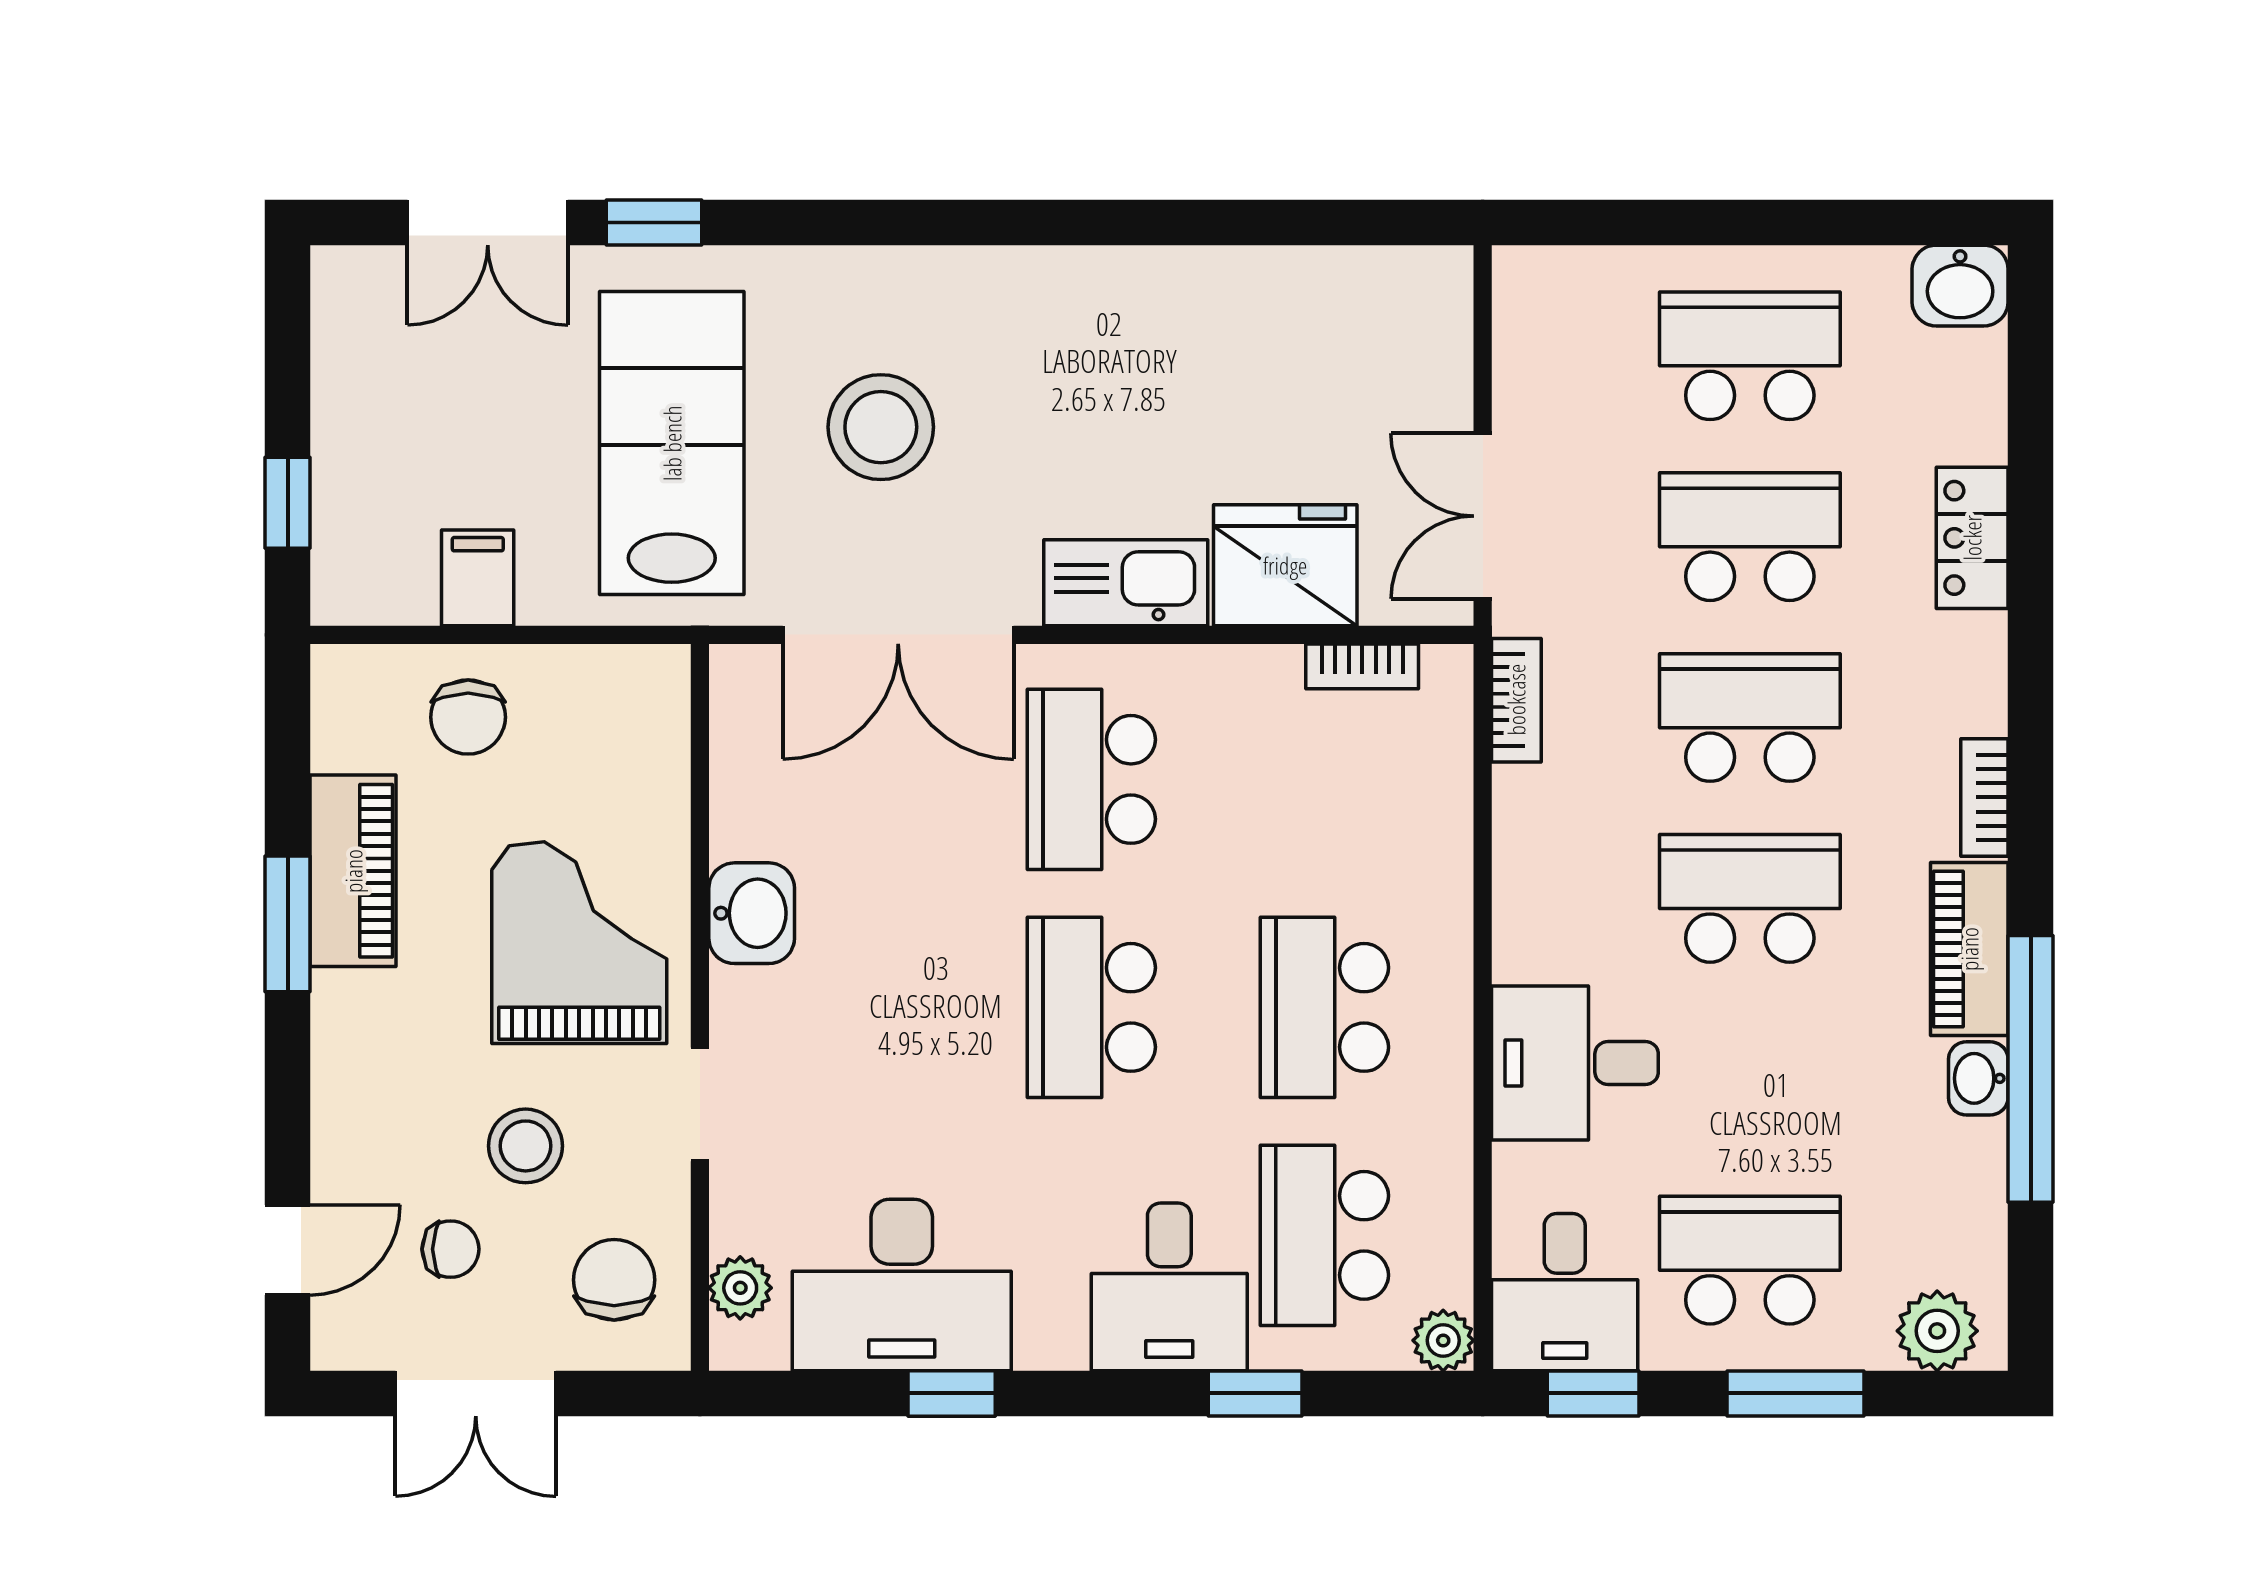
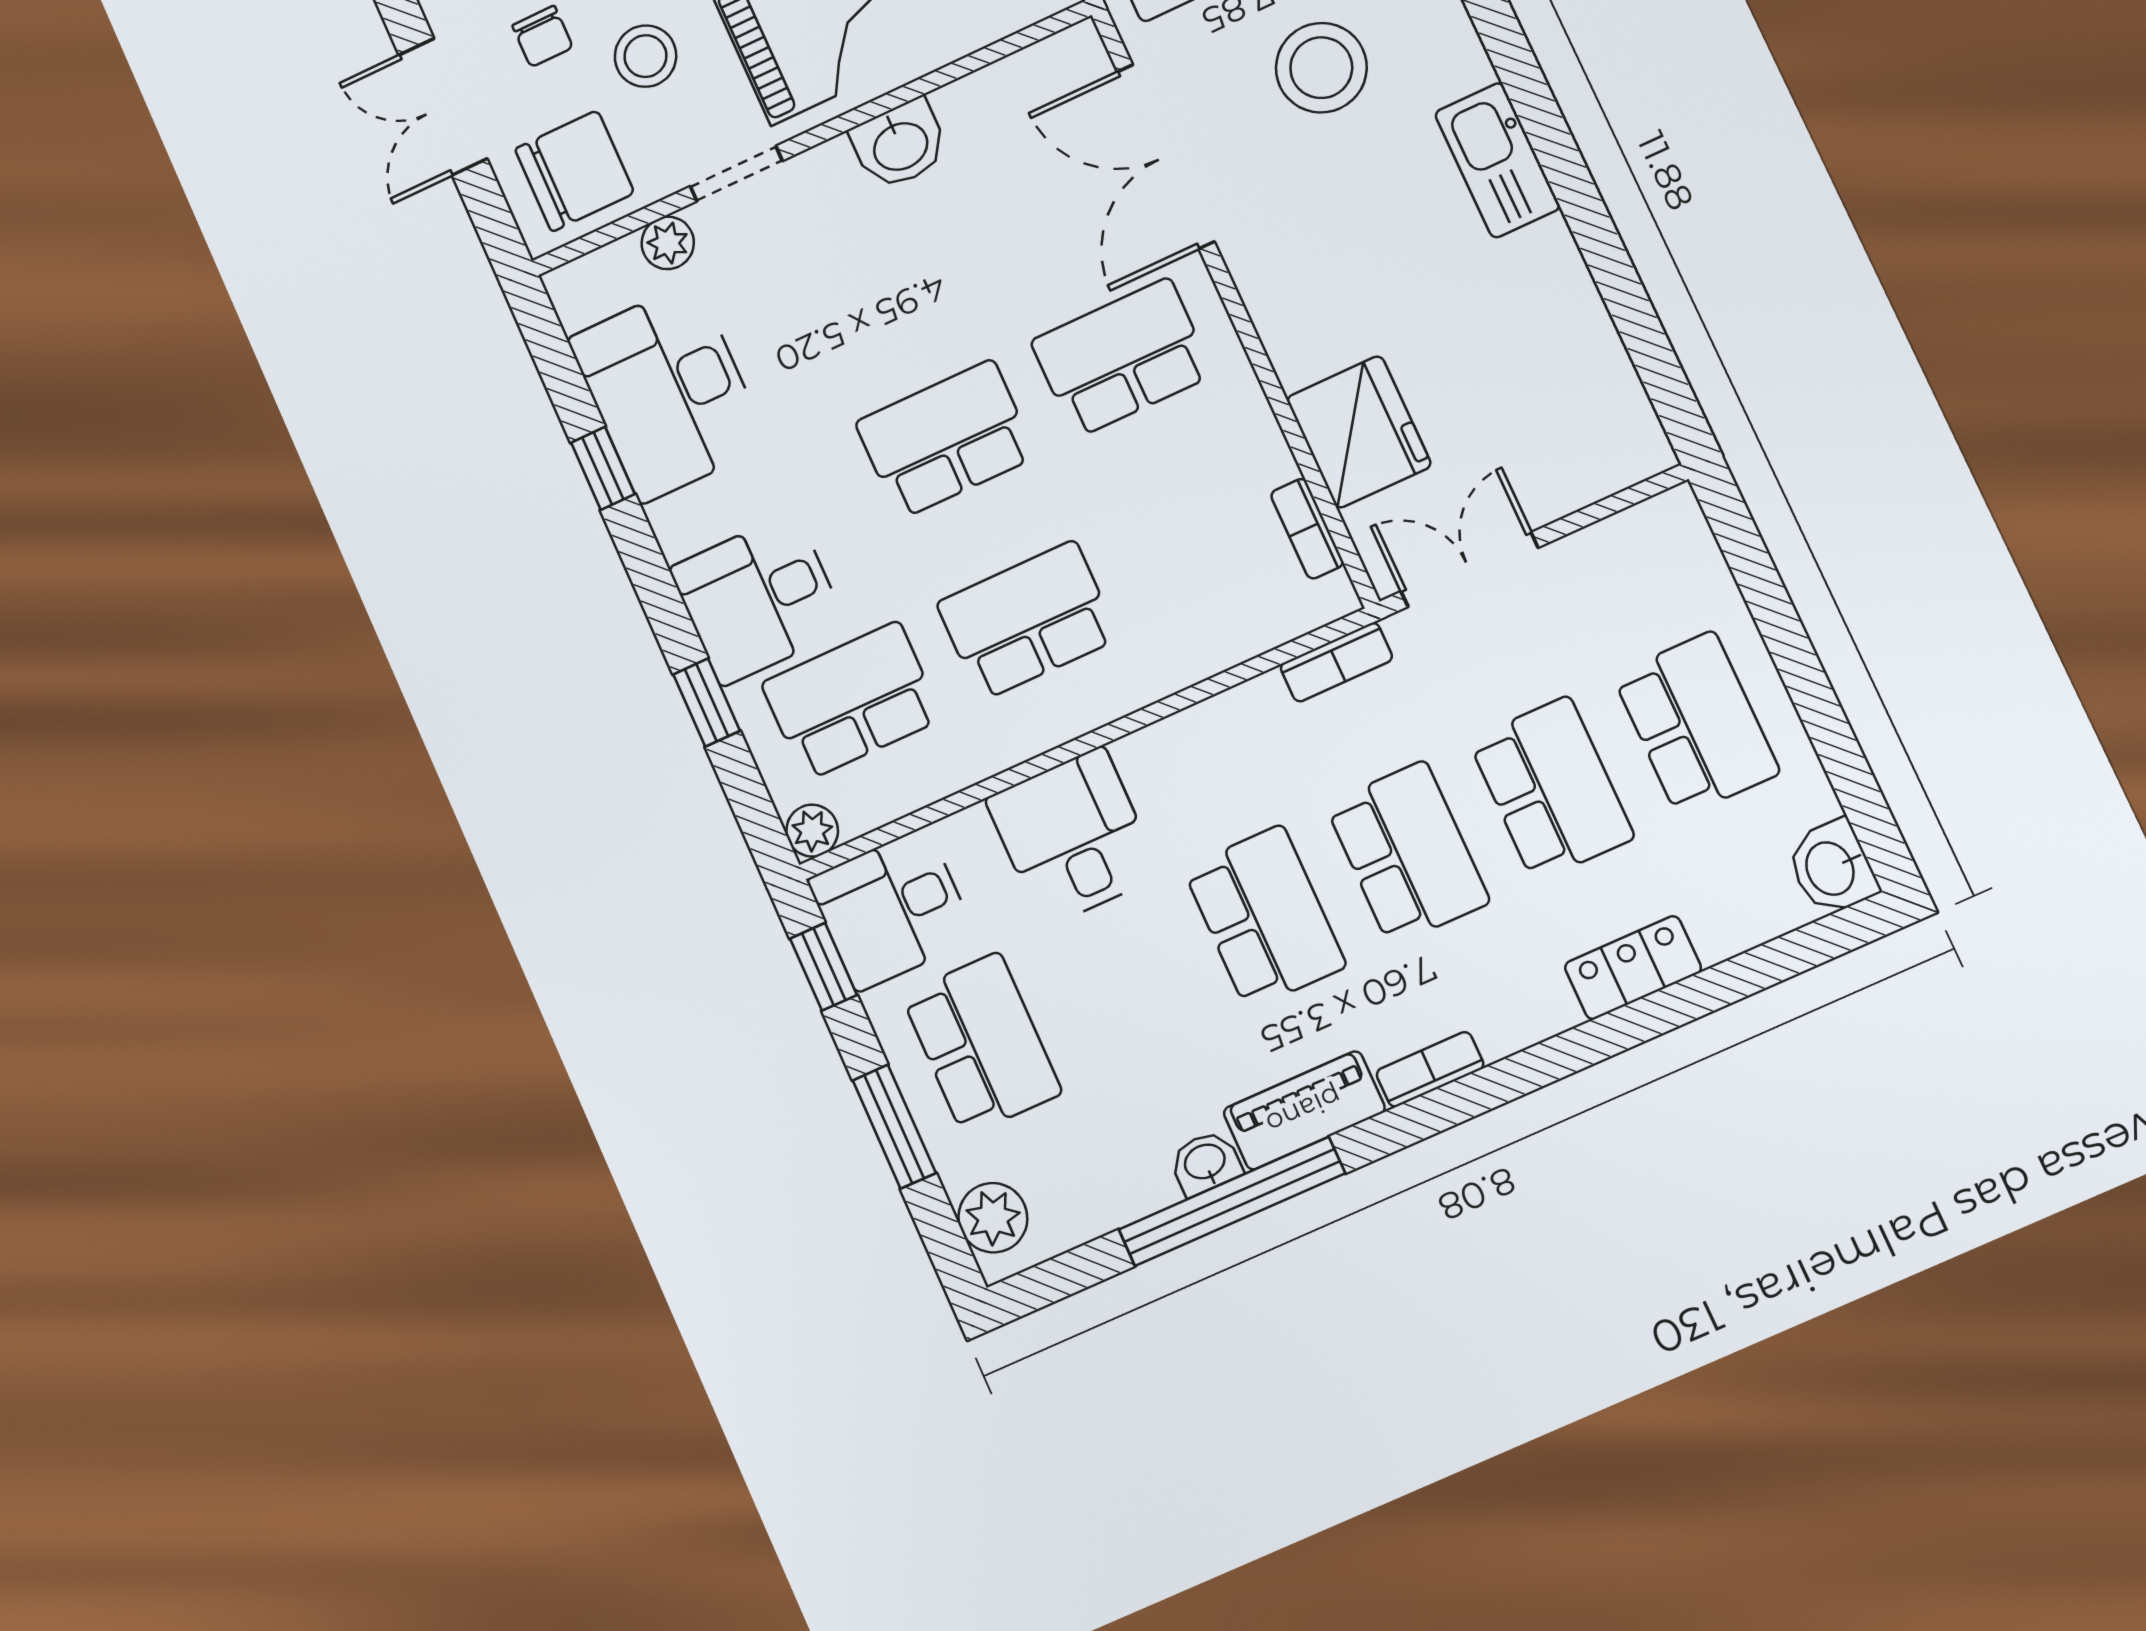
kitchen sink: (1126, 583) -> (1497, 160), moved, turned 180
chair: (614, 1280) -> (575, 171), width x1.37, depth x1.37
plant: (740, 1288) -> (668, 243), moved

